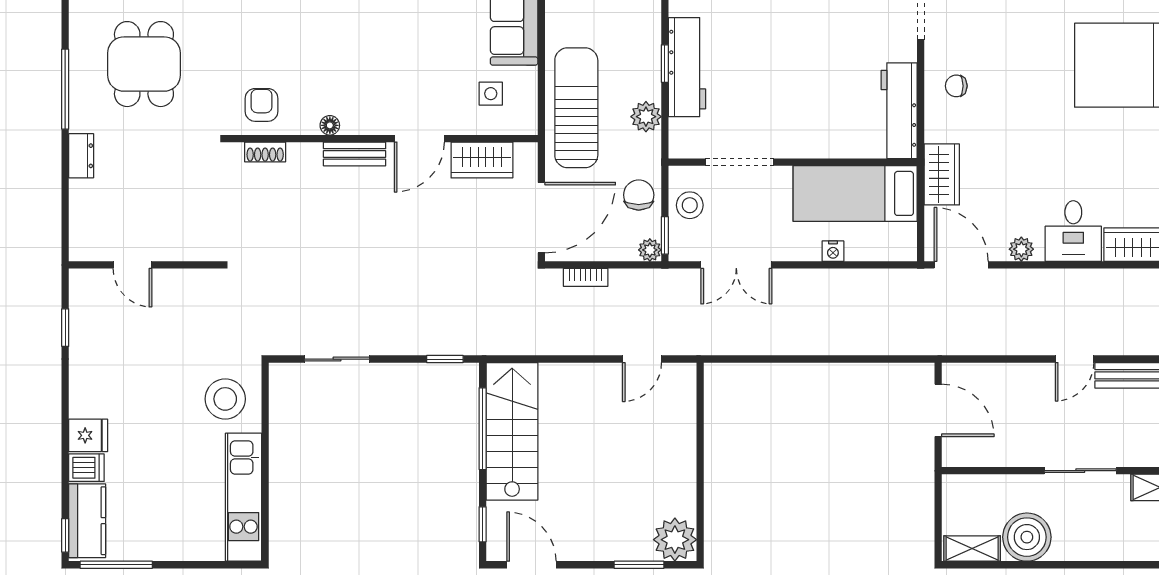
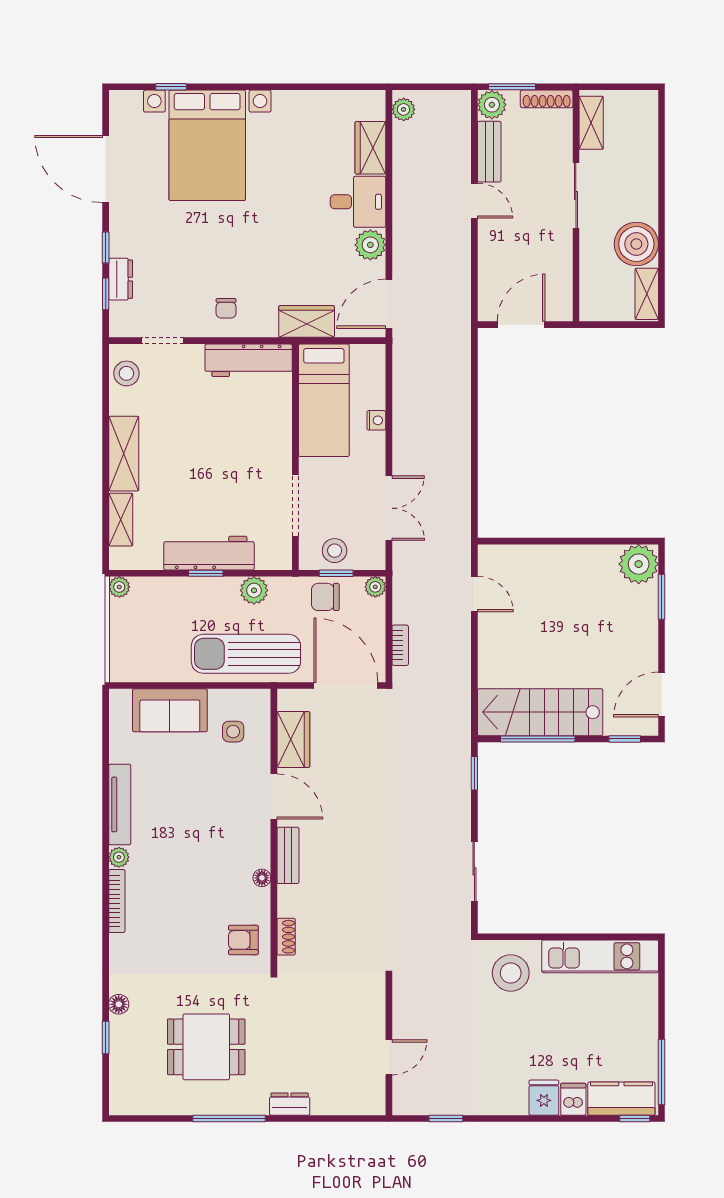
window: (665, 235) -> (336, 573), moved
plant: (1021, 249) -> (370, 245), width x1.38, depth x1.38

